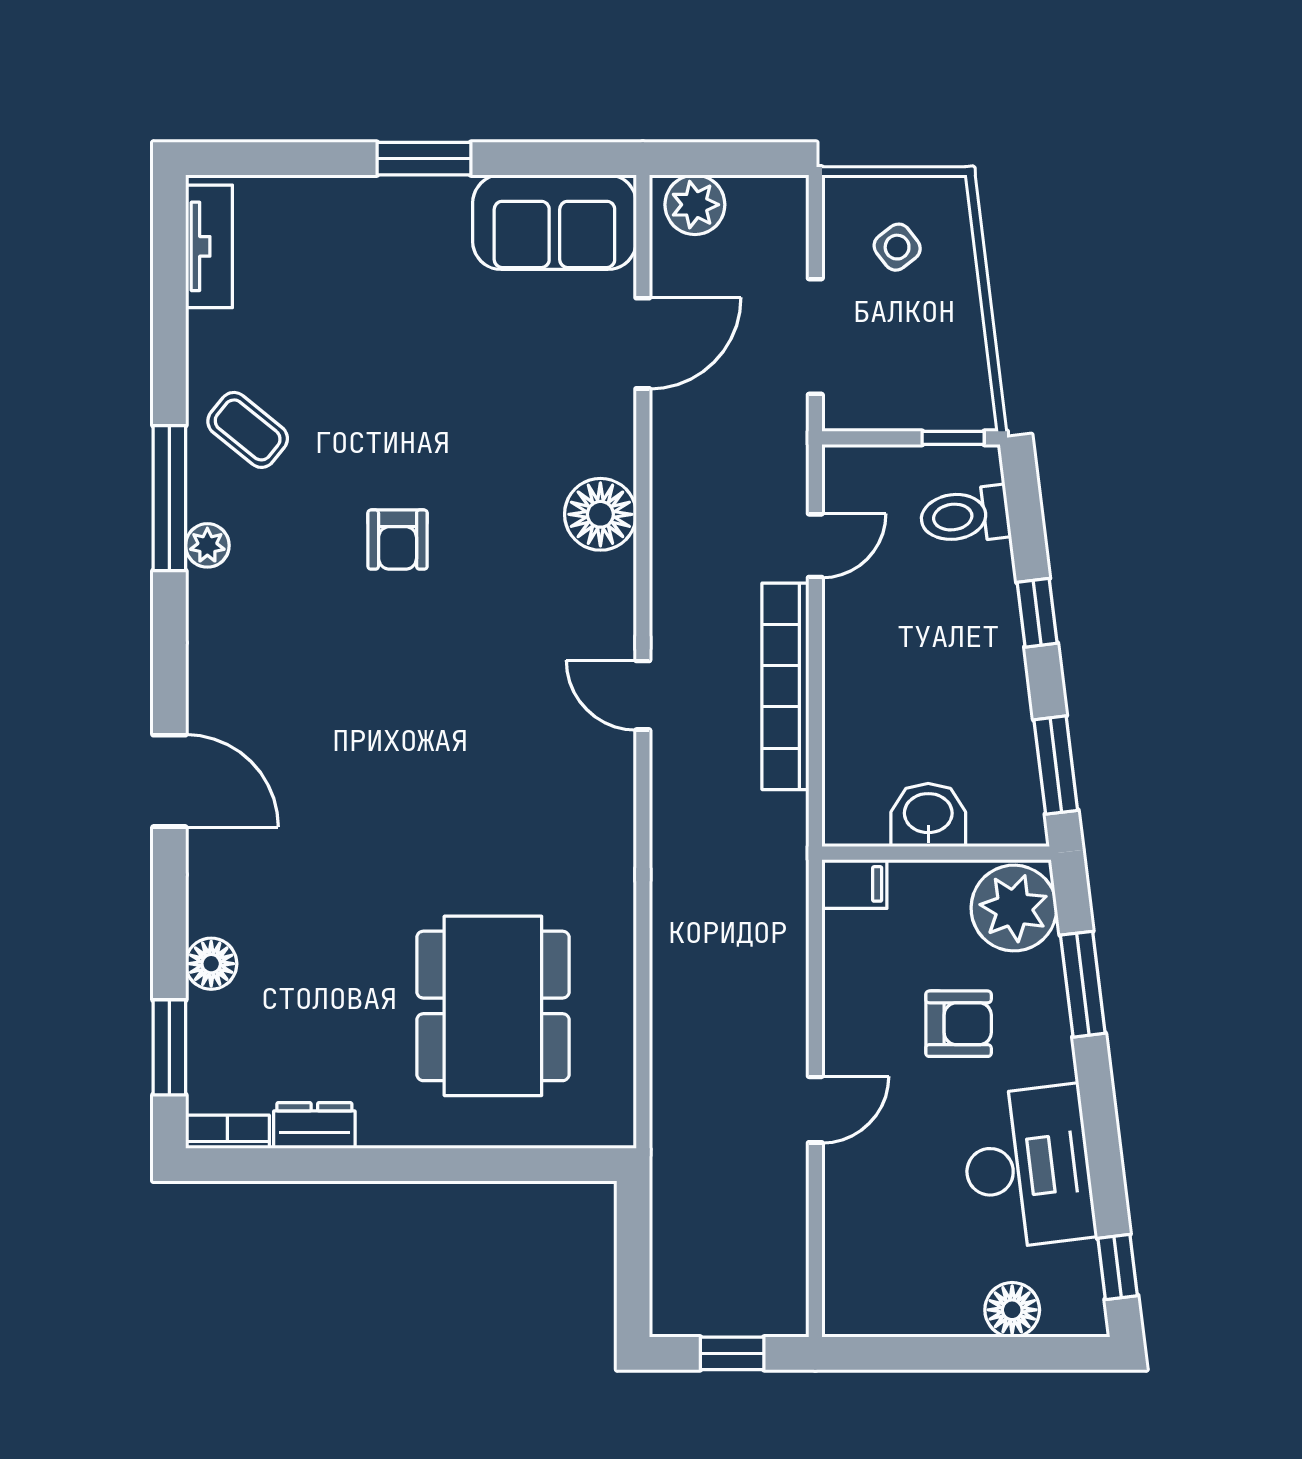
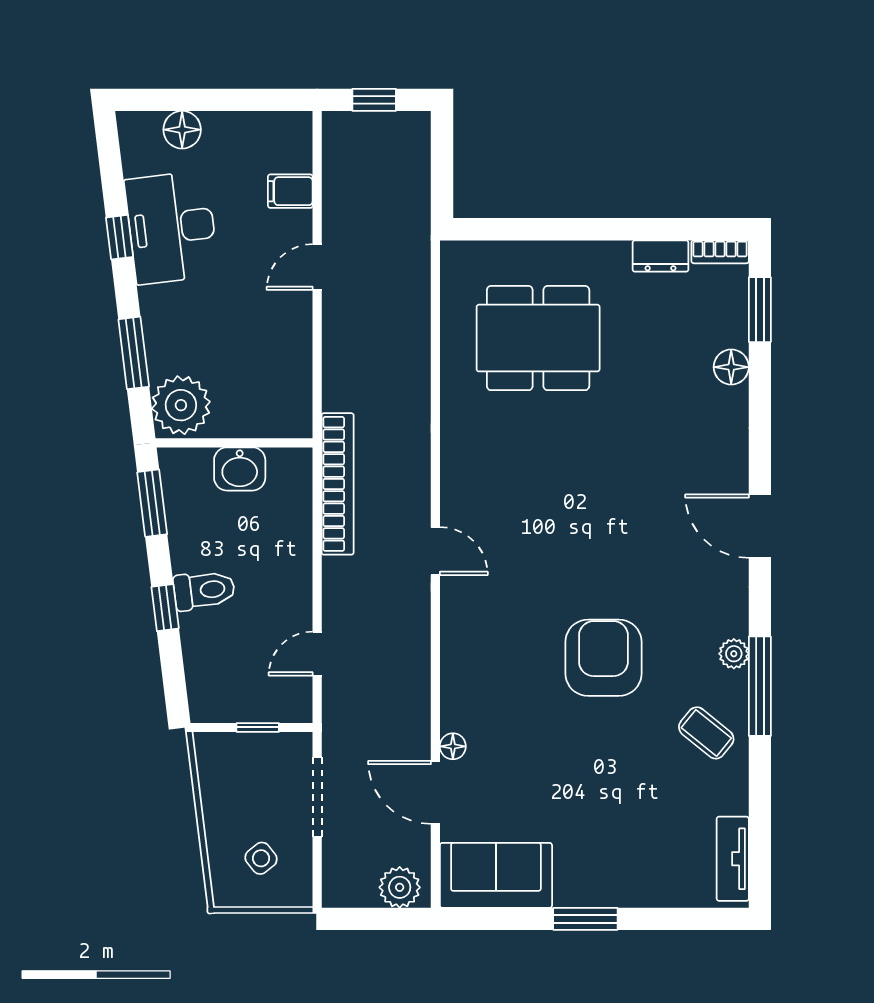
door: (643, 343) -> (435, 792), hinge flipped
window: (953, 438) -> (258, 727), moved
floor lamp: (600, 514) -> (453, 746), moved, width x0.53, depth x0.53
toilet: (965, 516) -> (204, 590), moved
armchair: (398, 540) -> (603, 658), width x1.88, depth x1.88
bookcase: (785, 686) -> (338, 484), moved
door: (169, 781) -> (760, 526), moved
filing cabinet: (854, 884) -> (290, 191), moved
dining table: (493, 1006) -> (538, 338), turned 90
armchair: (959, 1024) -> (219, 326), removed
window: (1118, 1267) -> (119, 237), moved

